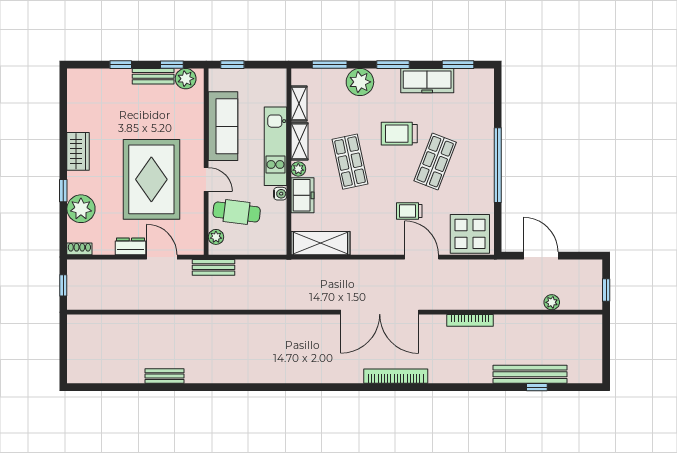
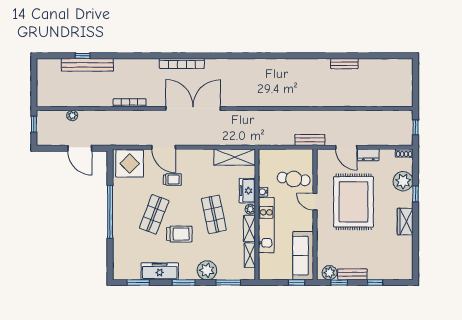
sofa: (223, 126) -> (303, 256), moved
plant: (216, 237) -> (308, 161), removed

